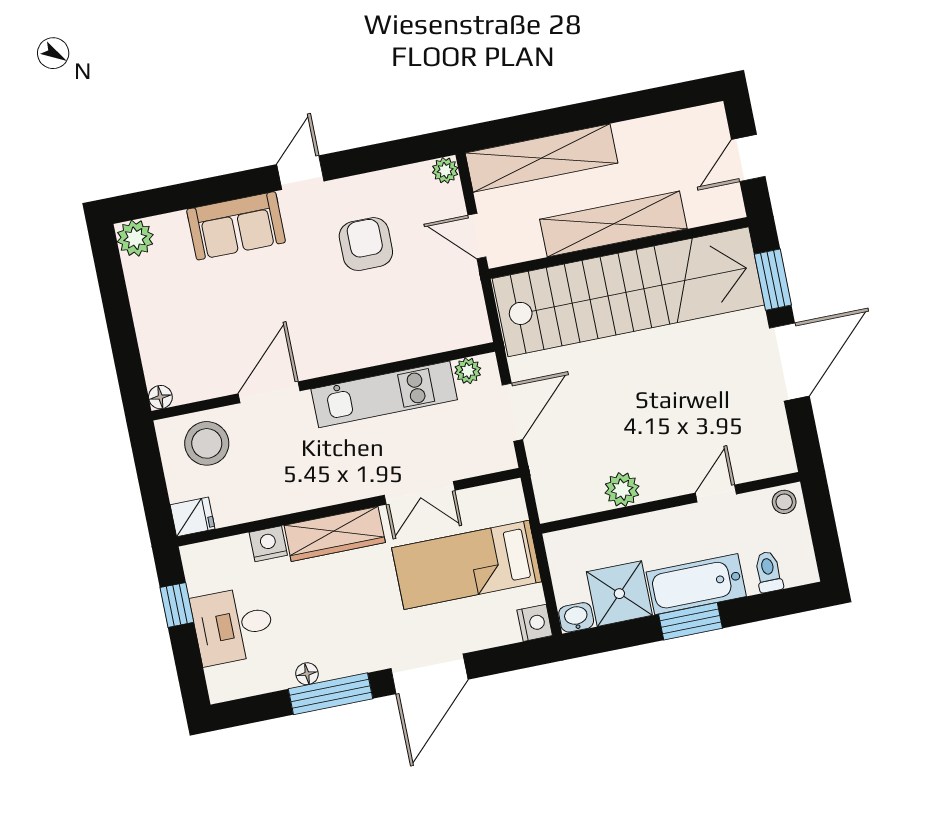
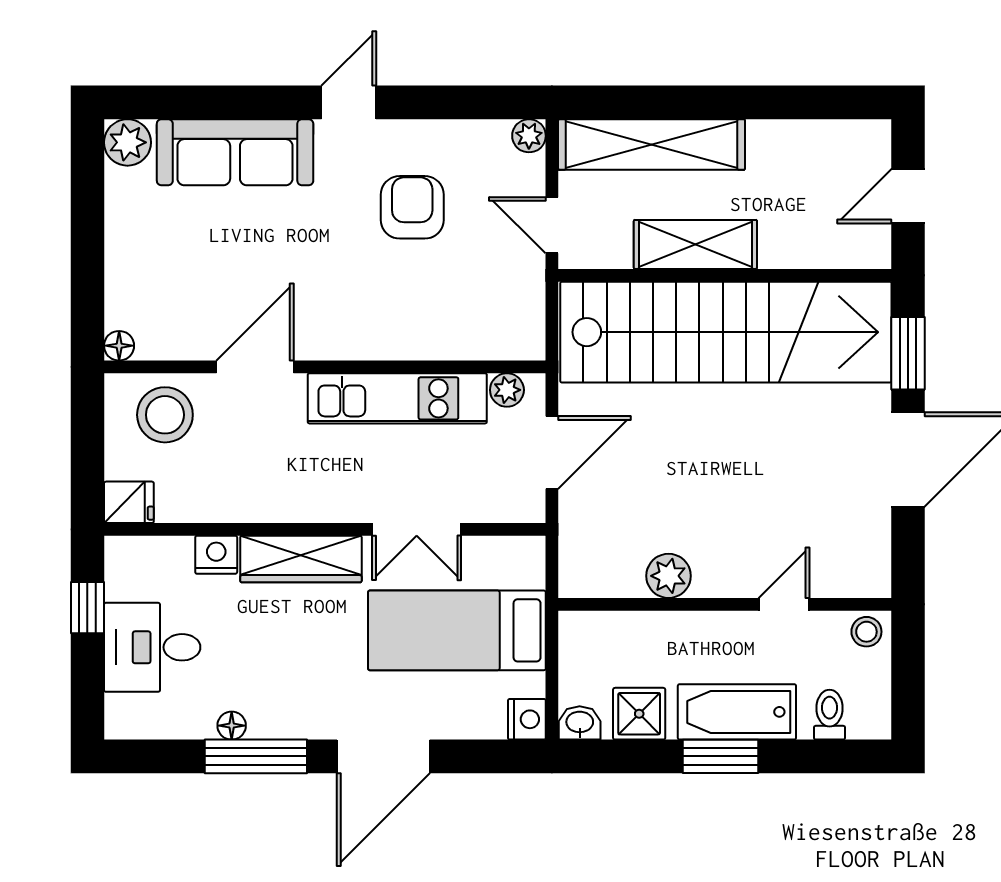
shelving: (613, 224) -> (695, 244), width x0.68
sofa: (236, 226) -> (235, 152), width x1.36
shower: (619, 594) -> (639, 714), width x0.73, depth x0.73

